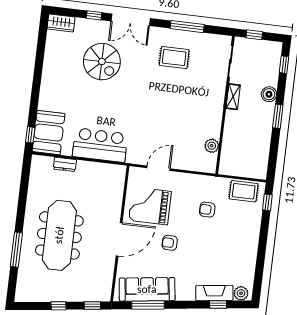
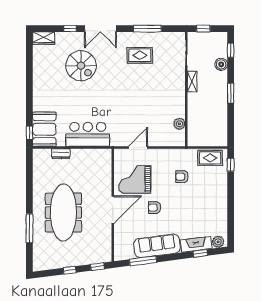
boiler: (269, 94) -> (221, 64), moved
sofa: (147, 289) -> (157, 246), moved

